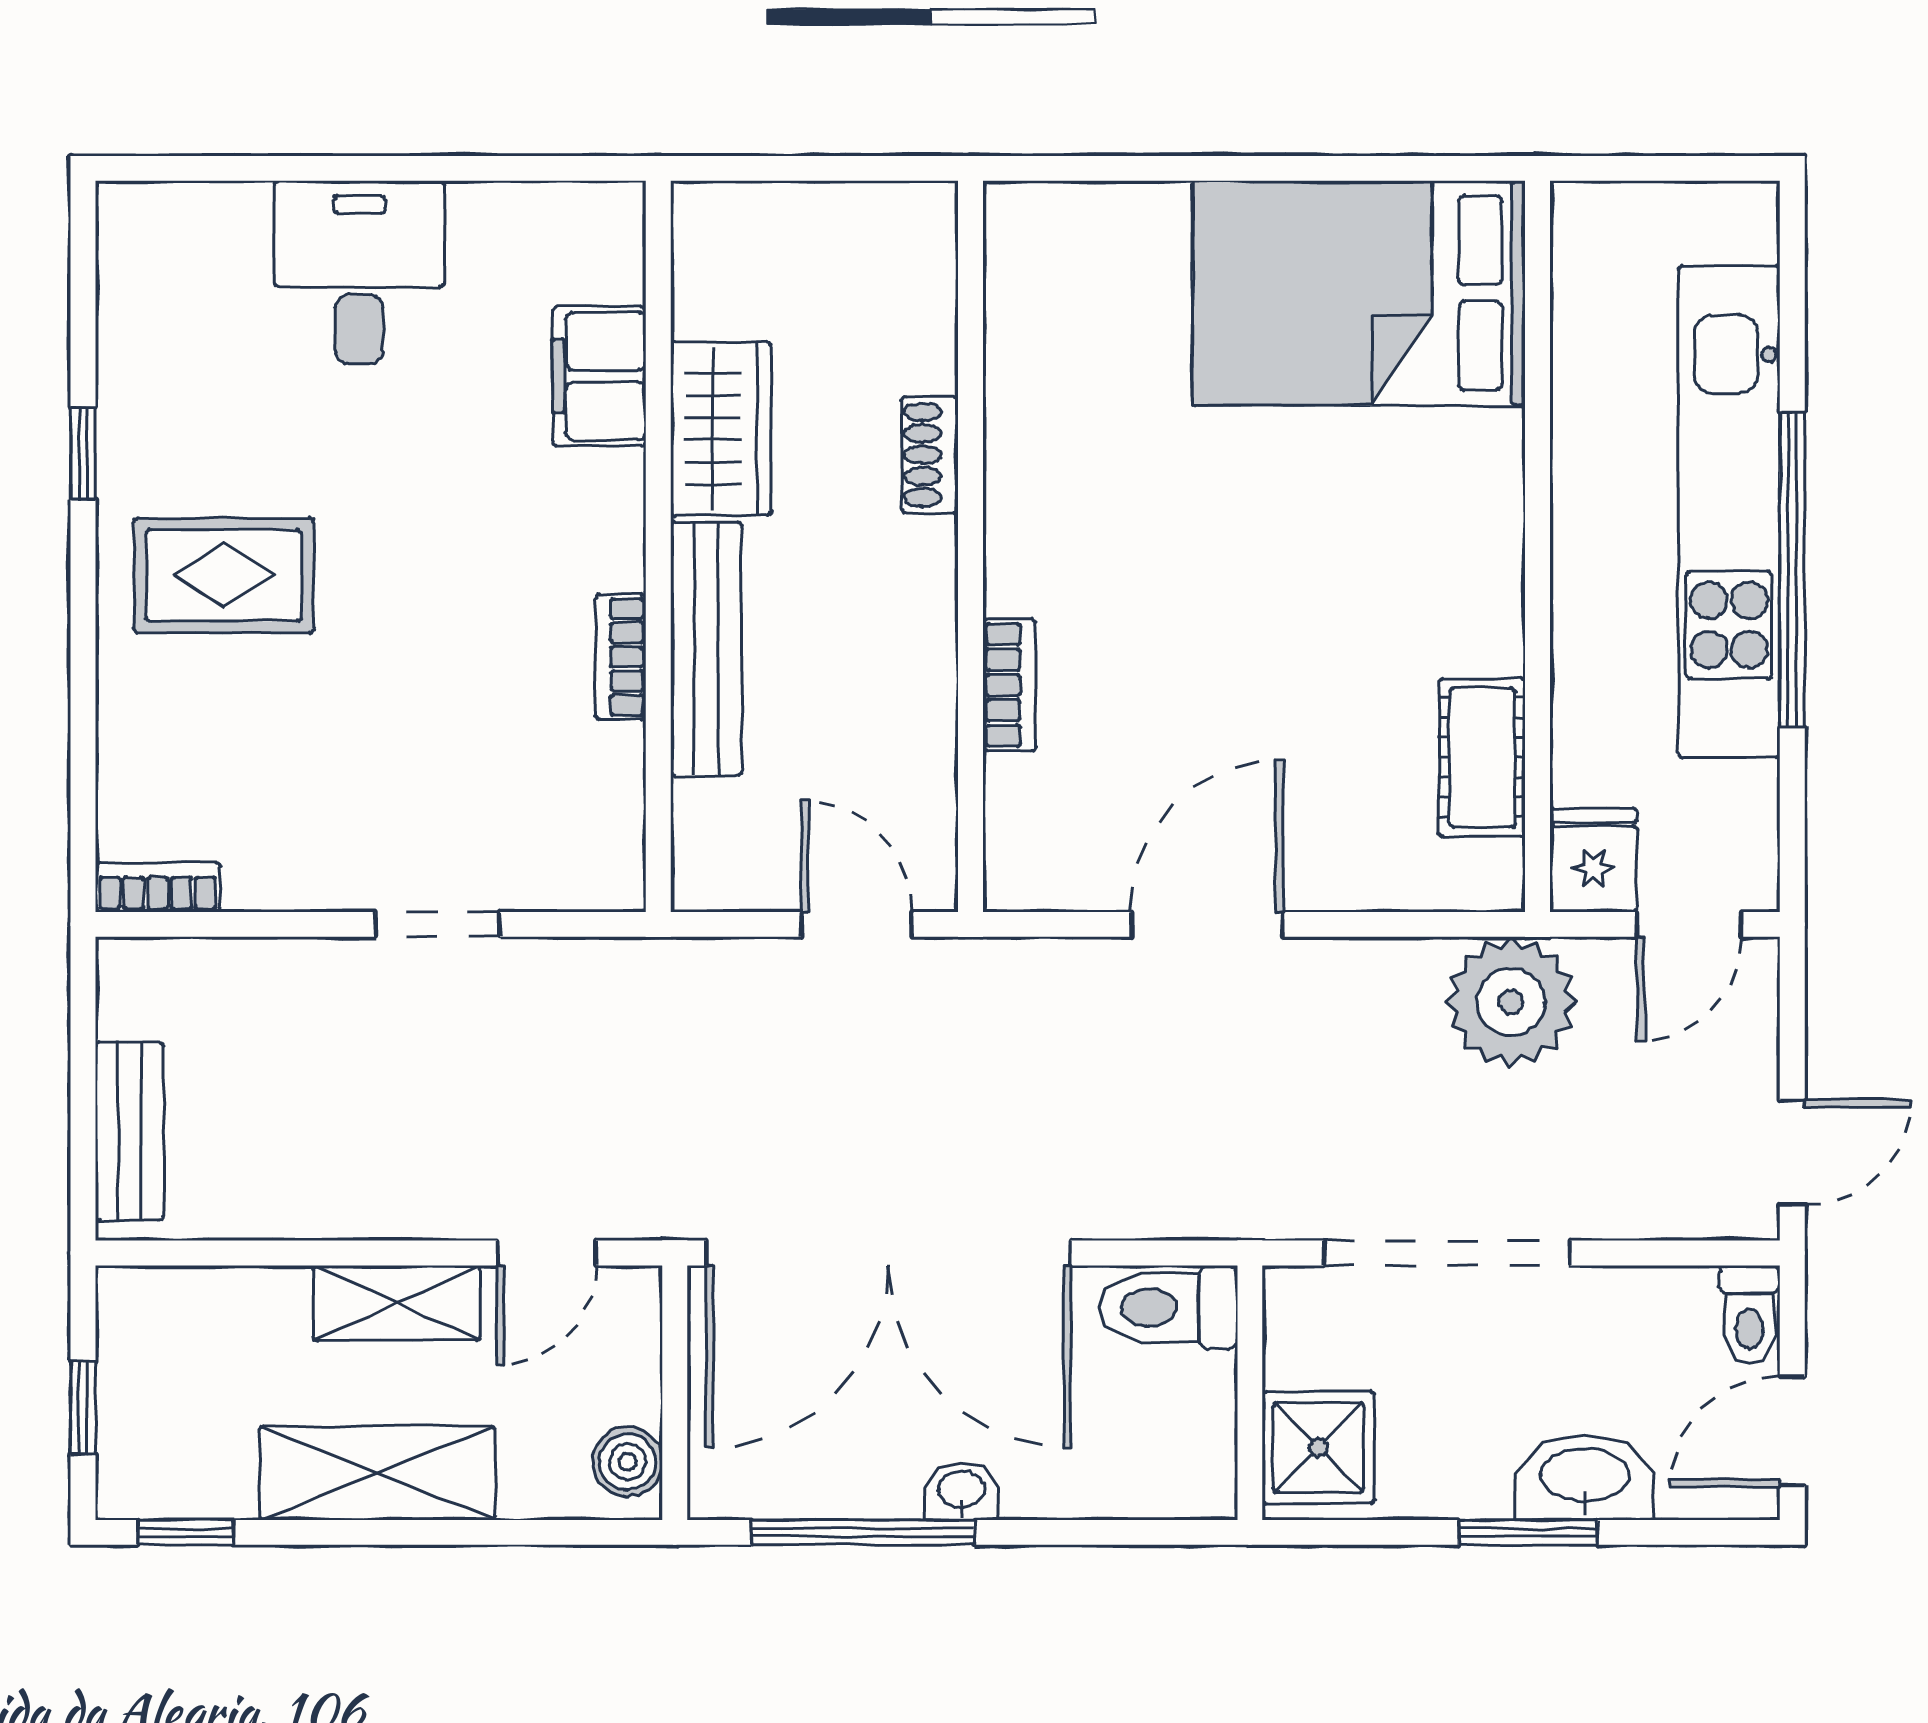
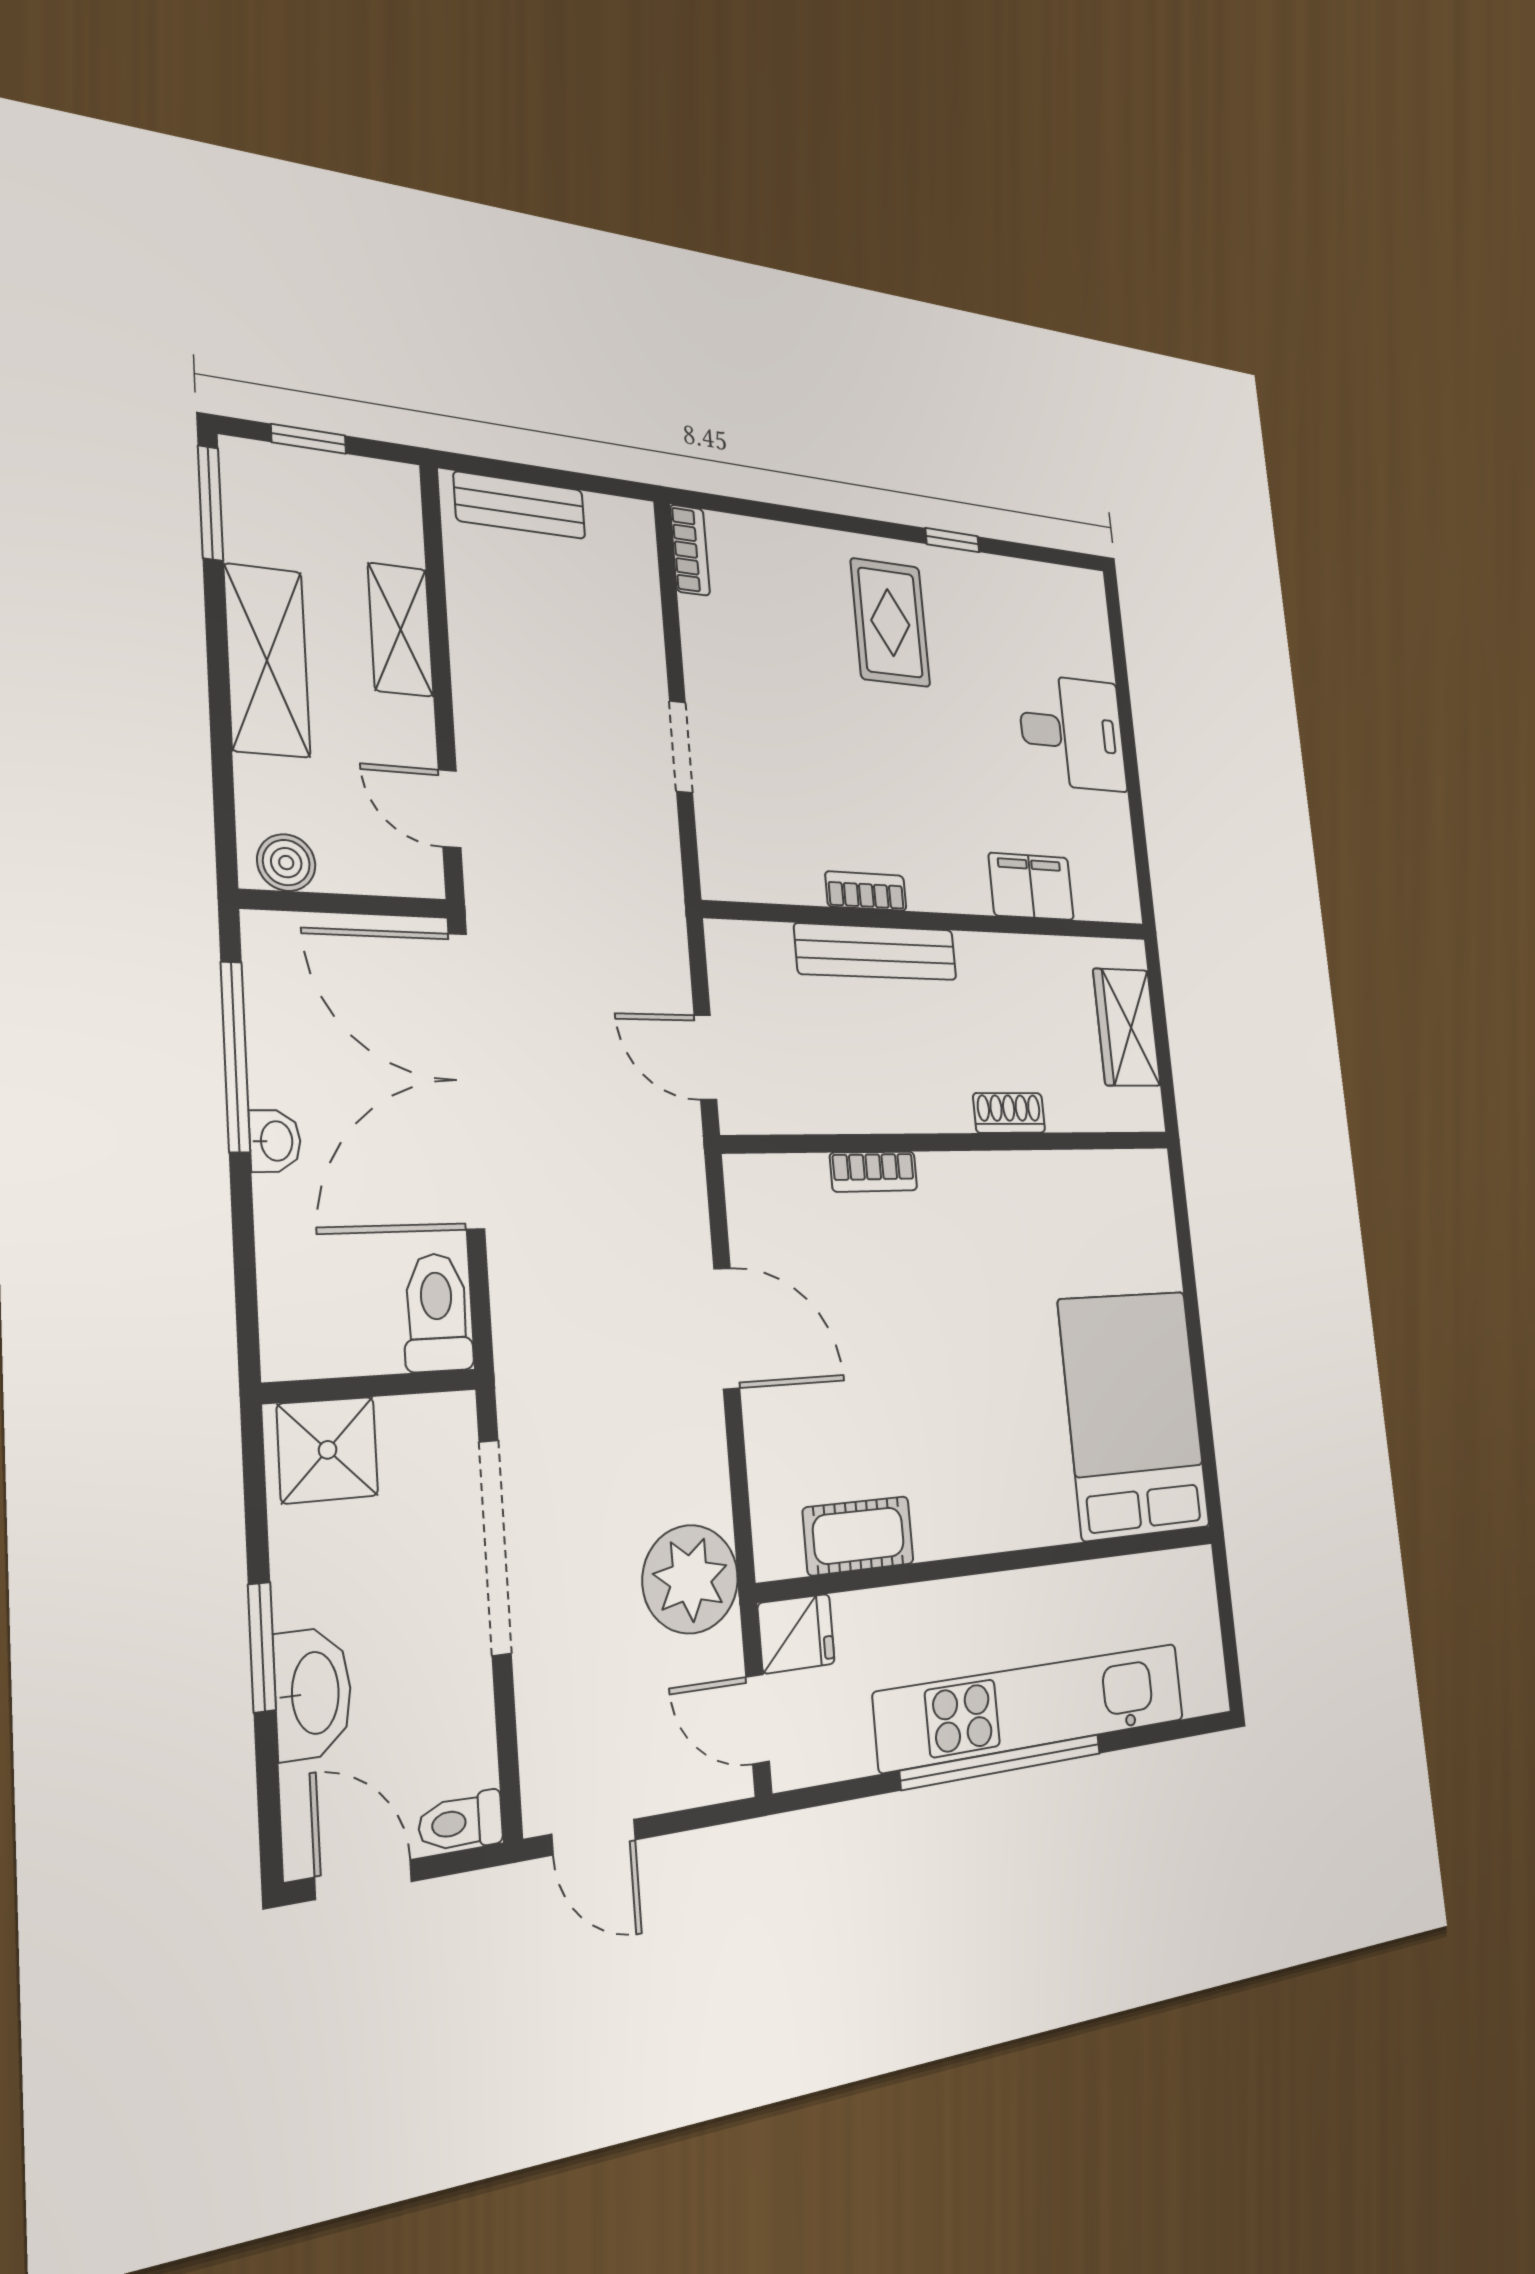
wardrobe: (721, 429) -> (1127, 1027), moved, turned 90
door: (857, 924) -> (705, 1057), swing flipped
shelving: (397, 1303) -> (401, 630), moved
window: (186, 1532) -> (210, 503), width x1.50

